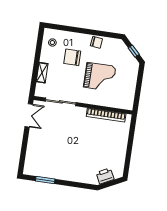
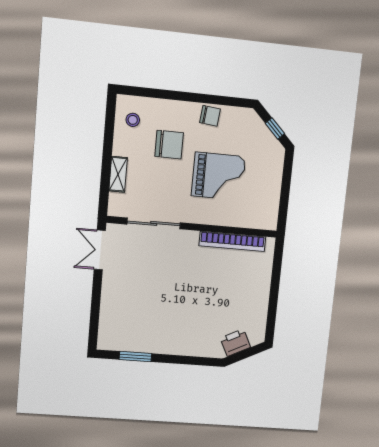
chair: (72, 57) -> (169, 145), turned 180
double door: (29, 115) -> (100, 250), swing flipped

